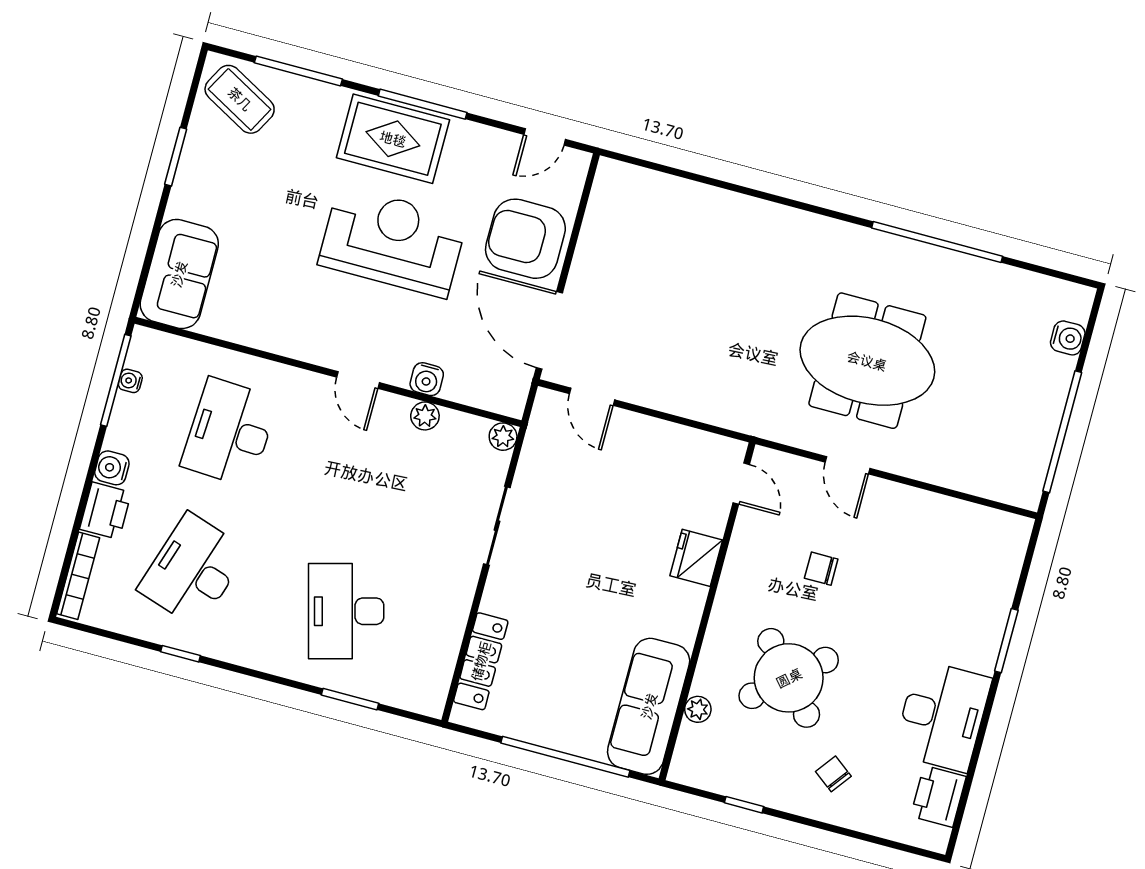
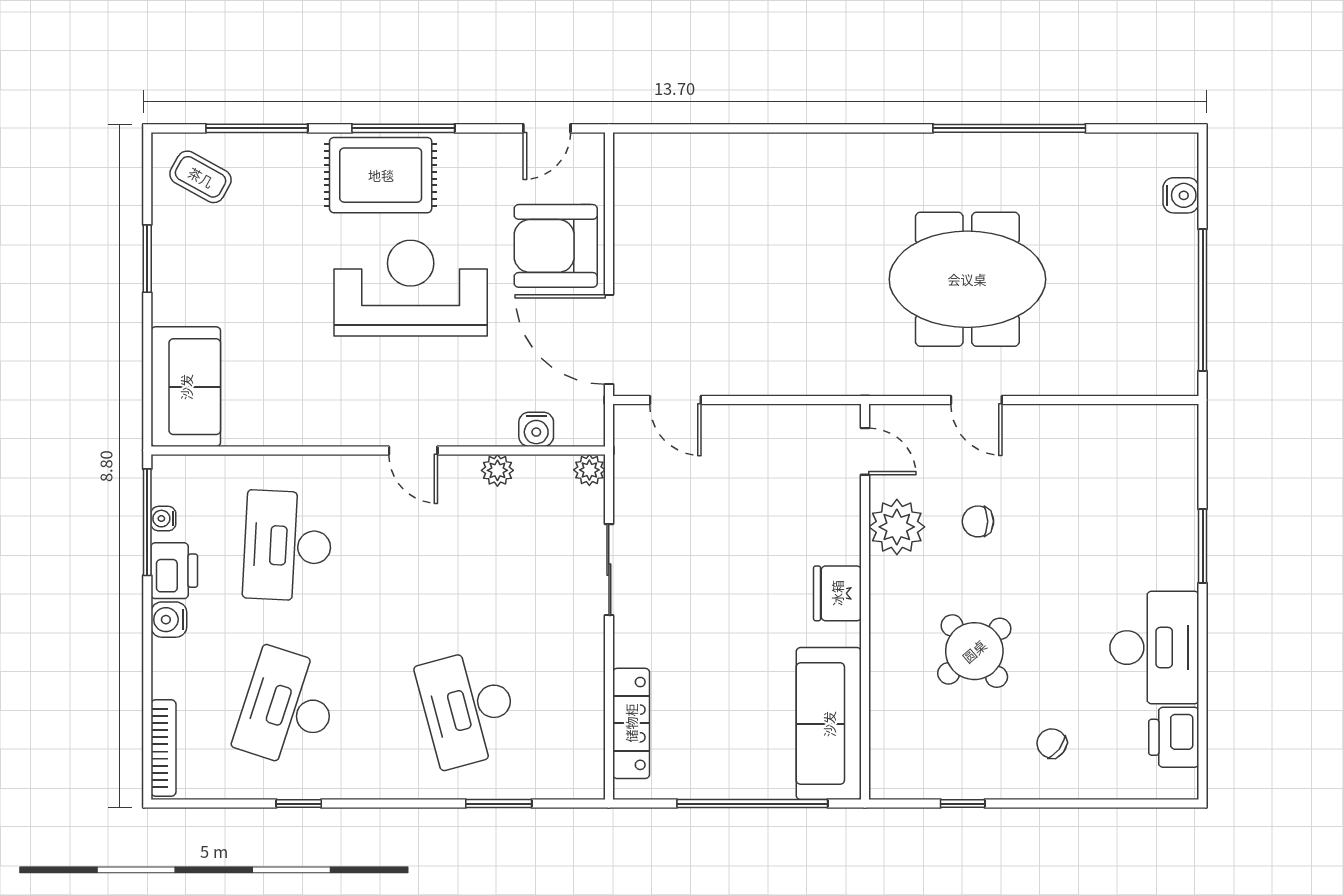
coffee table: (240, 99) -> (201, 177), width x0.73, depth x0.77
water cooler: (427, 379) -> (536, 429), moved
printer: (105, 511) -> (174, 571), moved
fridge: (696, 558) -> (837, 593), moved
round table: (789, 678) -> (974, 651), width x0.73, depth x0.73
plant: (698, 709) -> (897, 527), moved, width x1.88, depth x1.88

